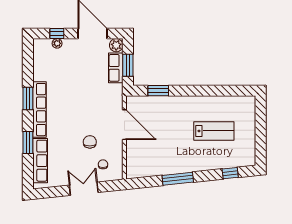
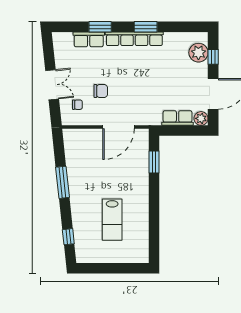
plant: (57, 43) -> (198, 53), width x1.87, depth x1.87
window: (128, 65) -> (180, 131), removed
row of seats: (40, 161) -> (89, 39), width x0.68

